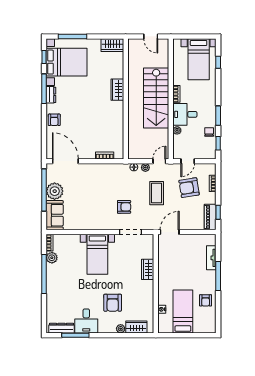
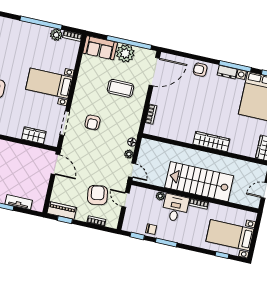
wardrobe: (117, 90) -> (211, 142), width x1.50
coffee table: (157, 193) -> (121, 88), moved
wardrobe: (148, 269) -> (34, 135), moved

